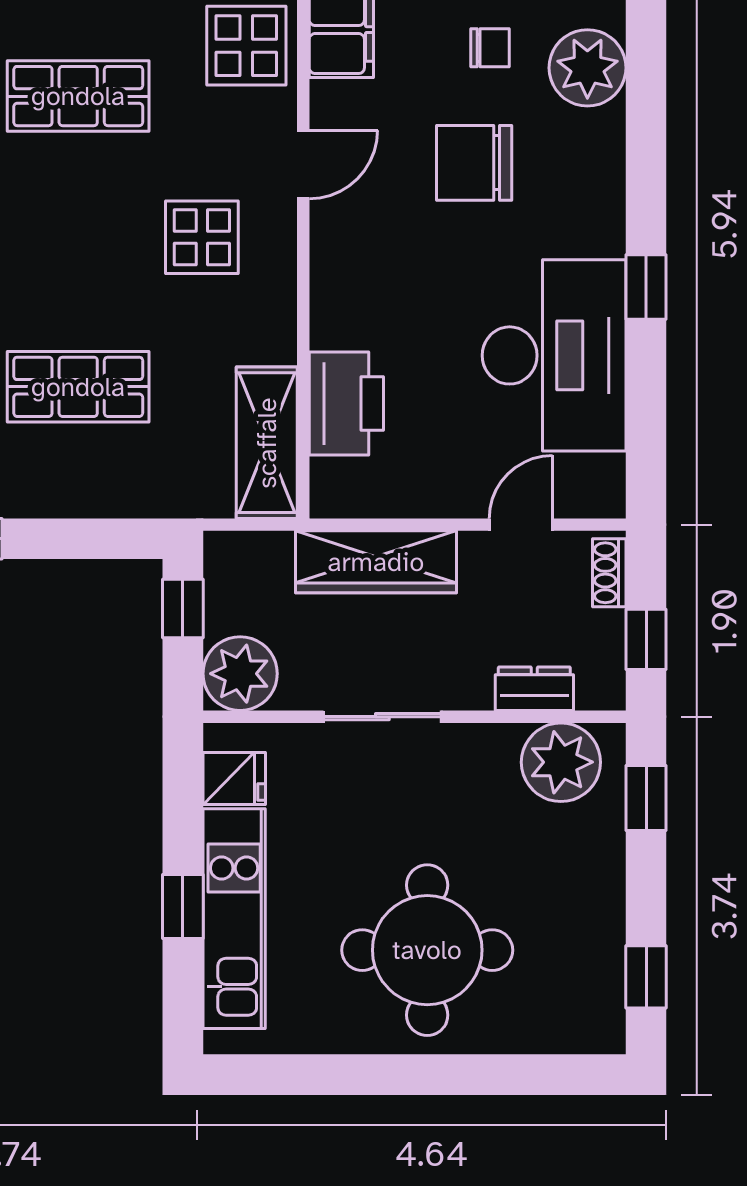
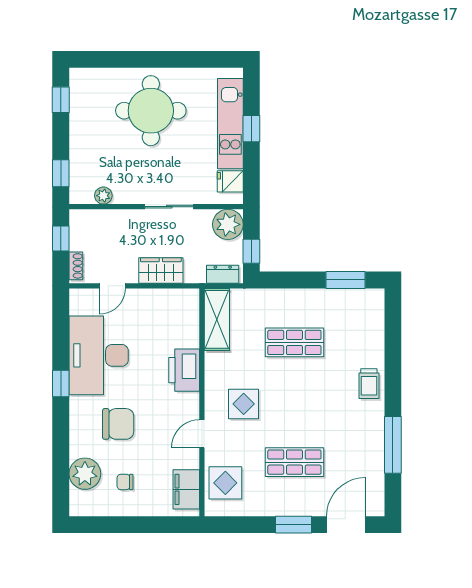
chair: (474, 163) -> (118, 424), moved
printer: (346, 404) -> (184, 370), moved
wardrobe: (376, 562) -> (161, 270), width x0.67
dresser: (534, 689) -> (223, 274), moved, turned 180
plant: (561, 762) -> (103, 196), width x0.53, depth x0.53

